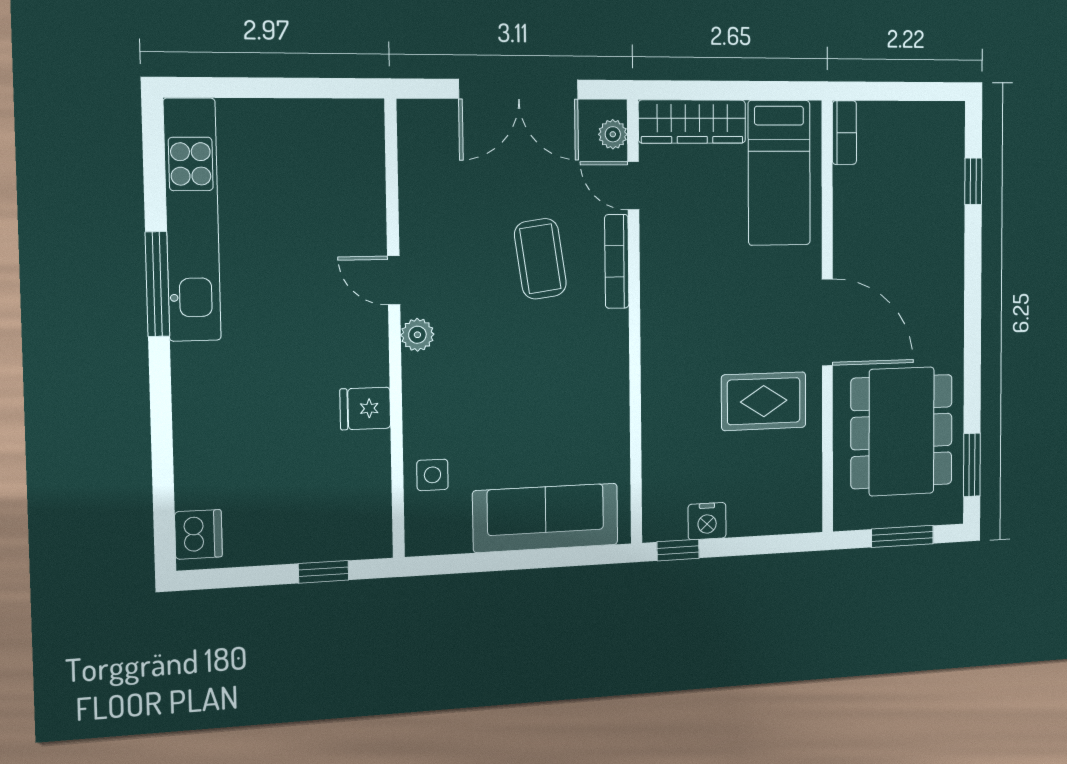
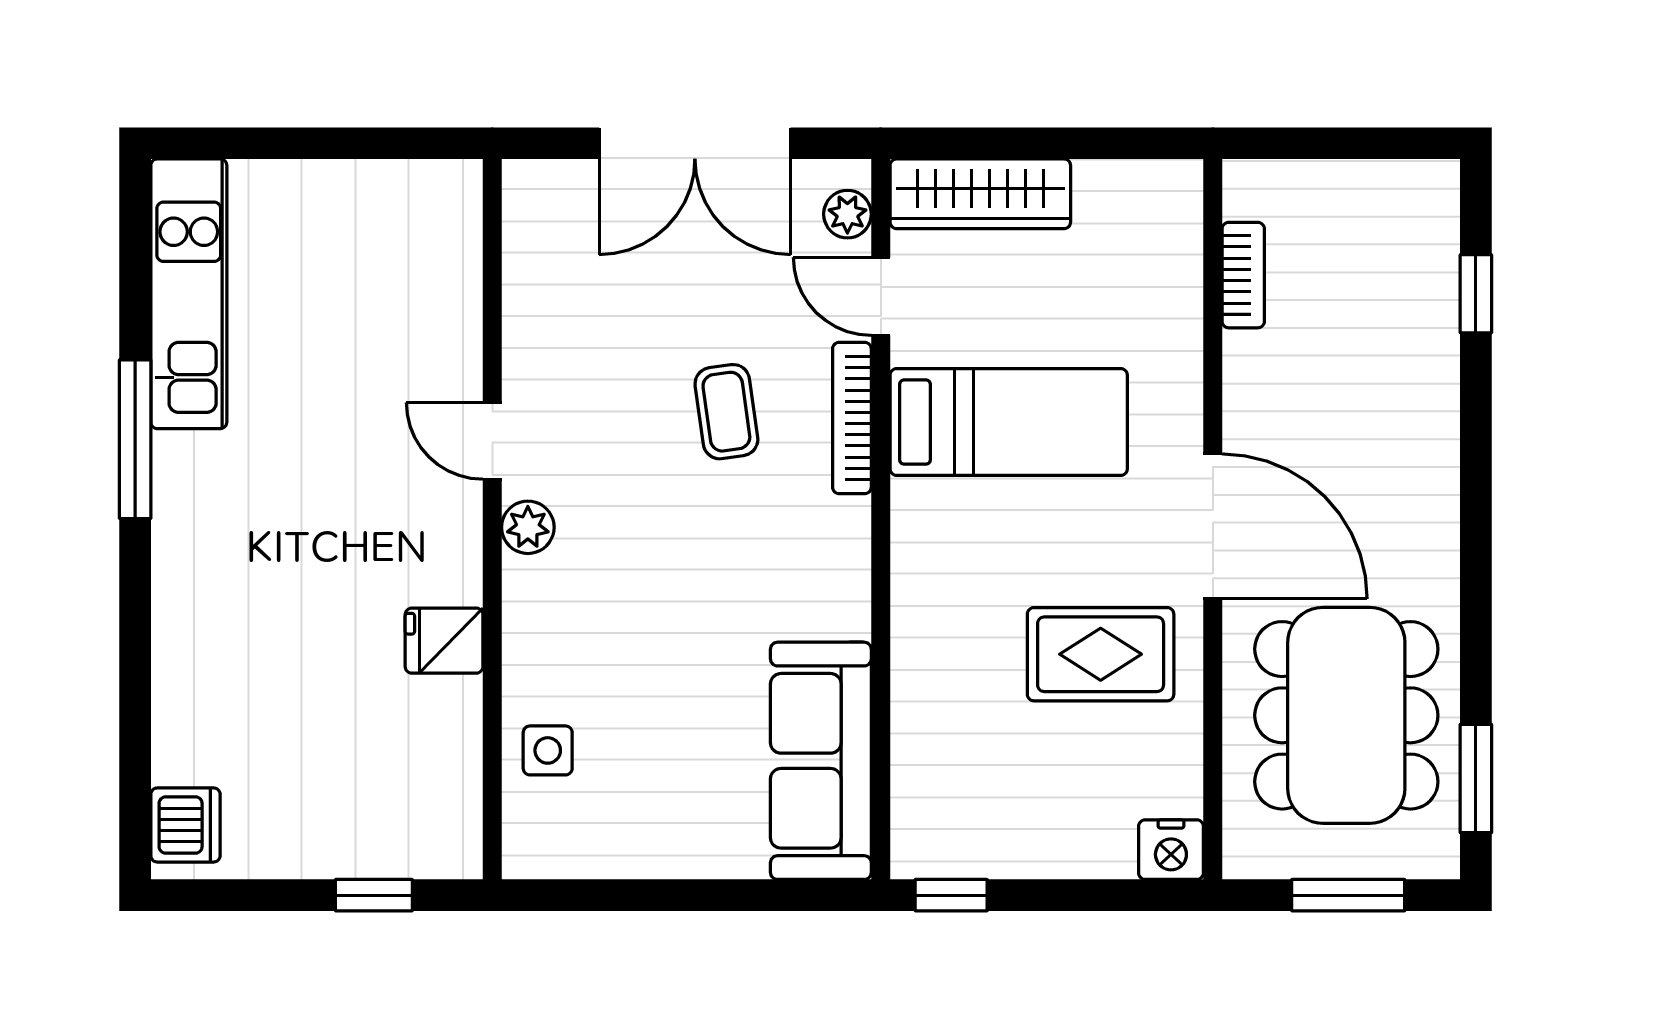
bookcase: (844, 133) -> (1243, 275), moved
bed: (779, 173) -> (1009, 422), moved, turned -90
kitchen unit: (192, 220) -> (189, 294), width x0.73
coffee table: (540, 259) -> (726, 412), width x0.73, depth x0.77
sofa: (546, 518) -> (821, 761), moved, turned -90
nightstand: (707, 521) -> (1171, 850), moved

